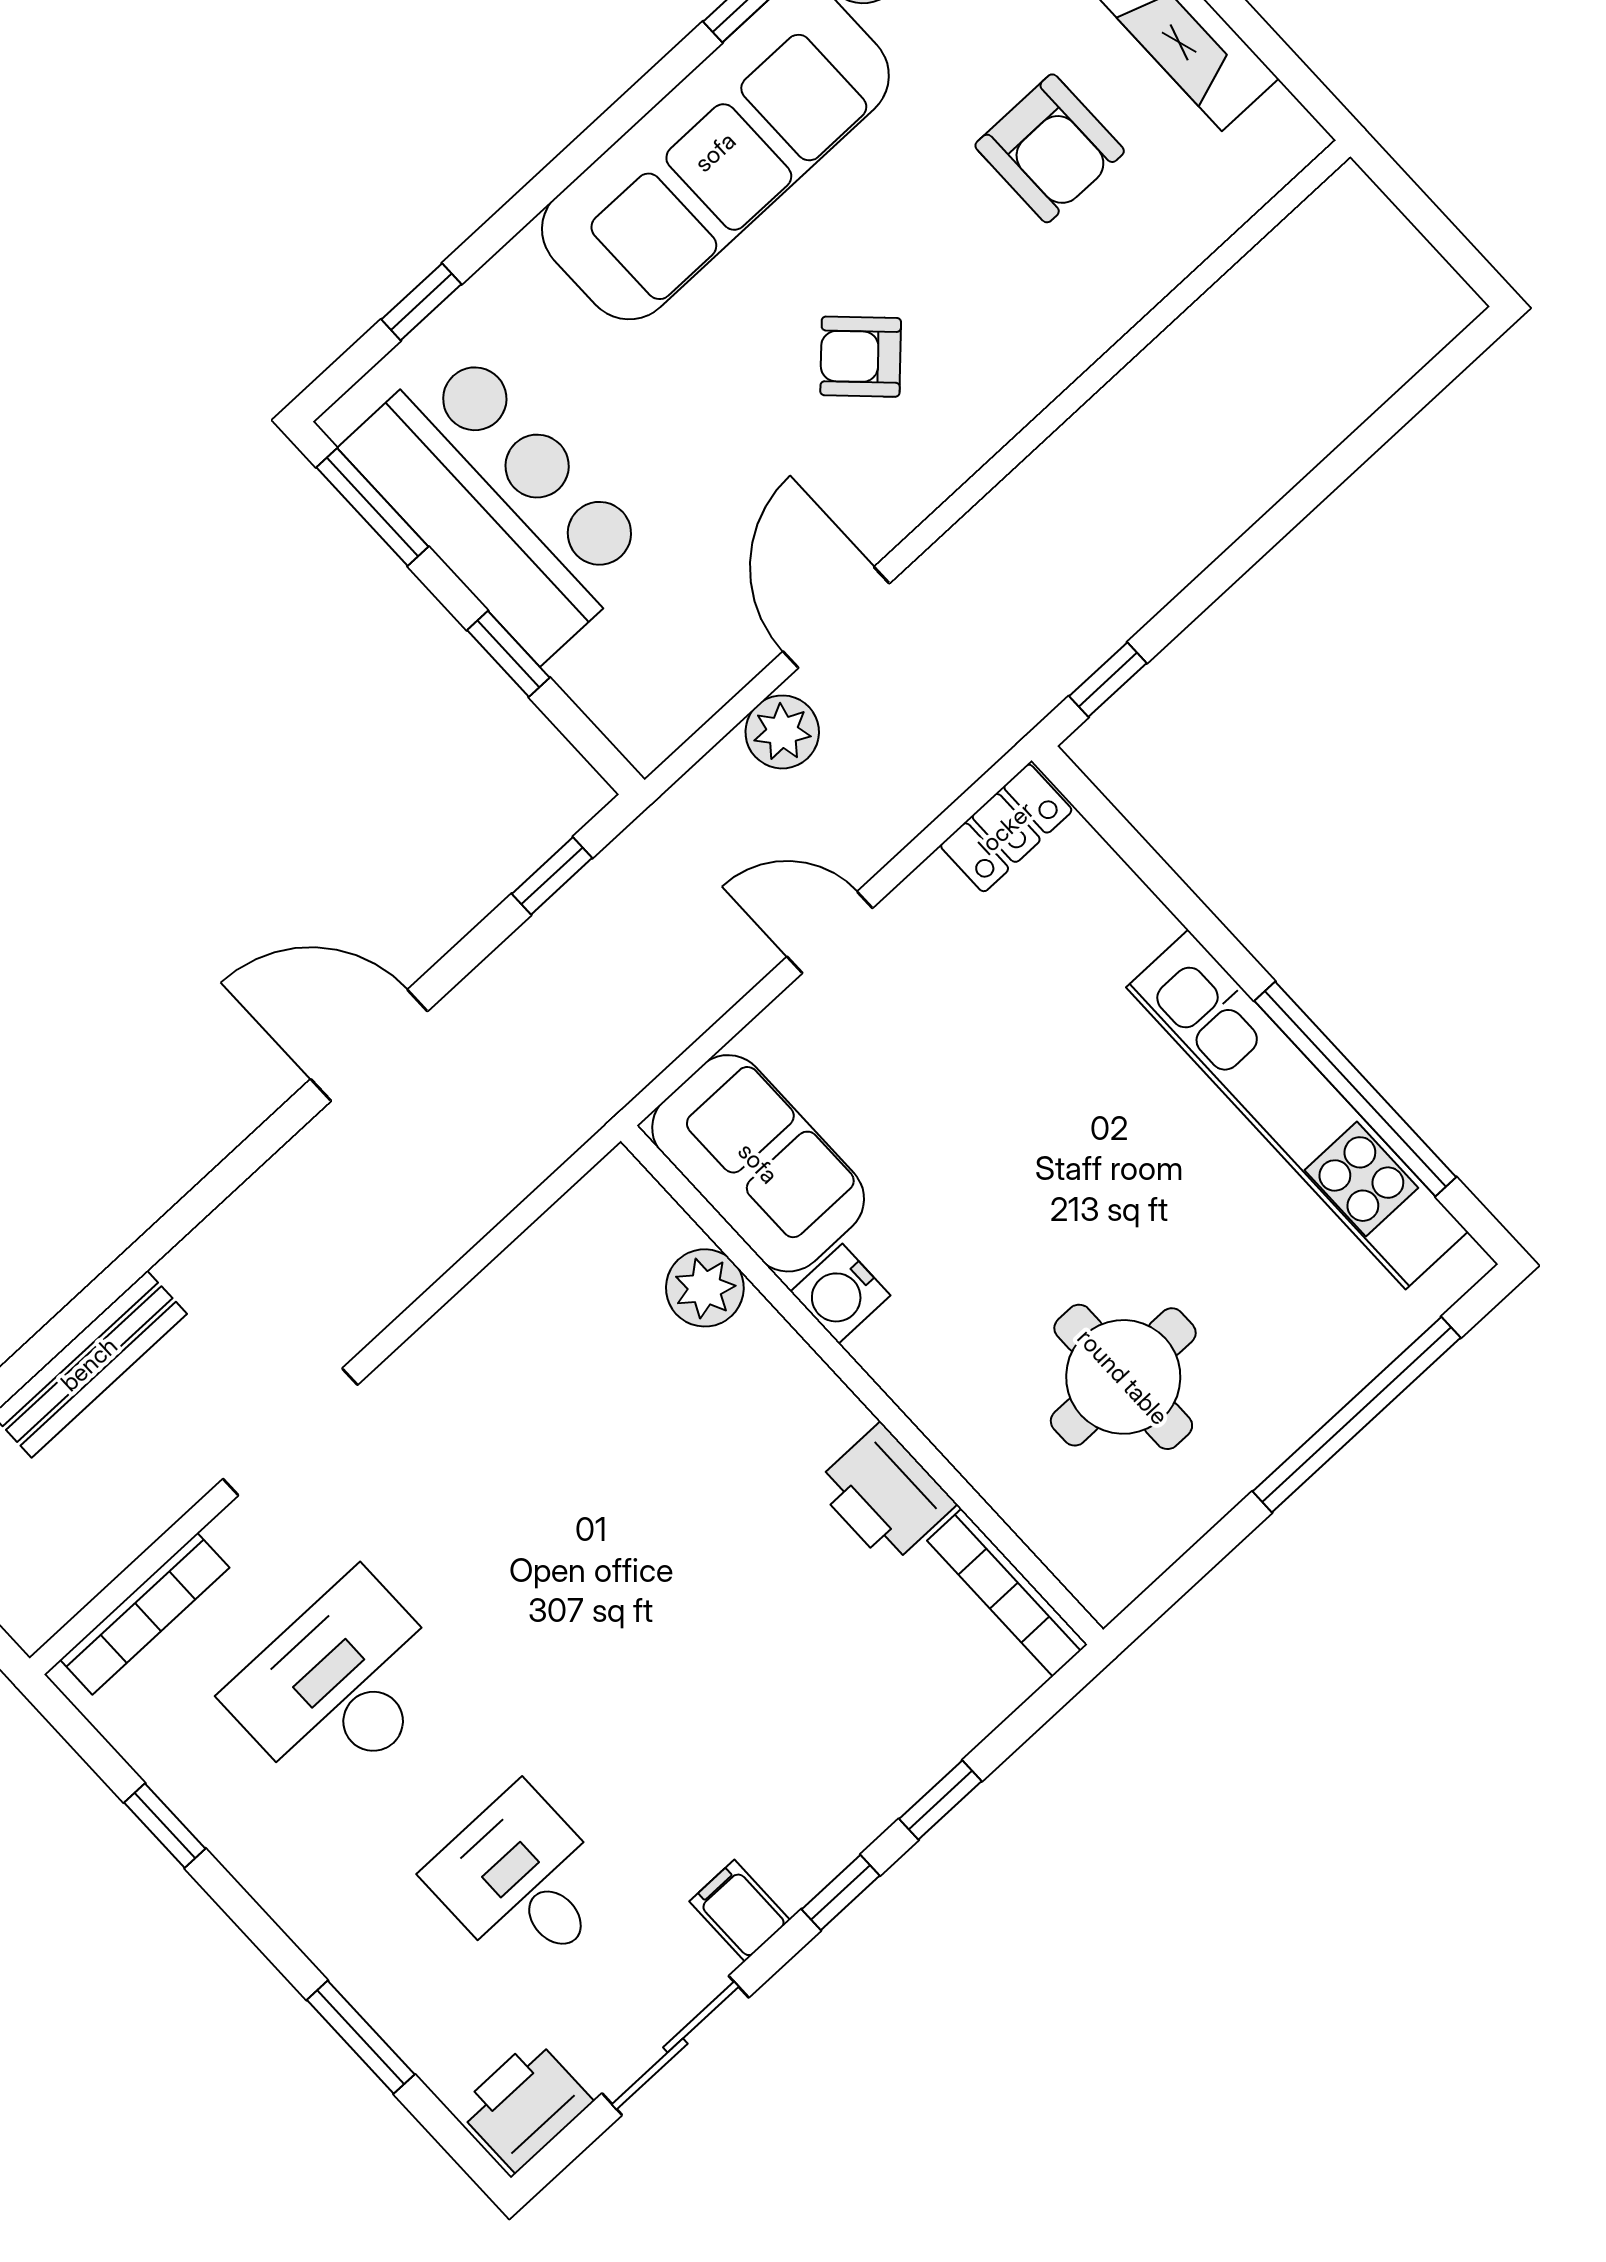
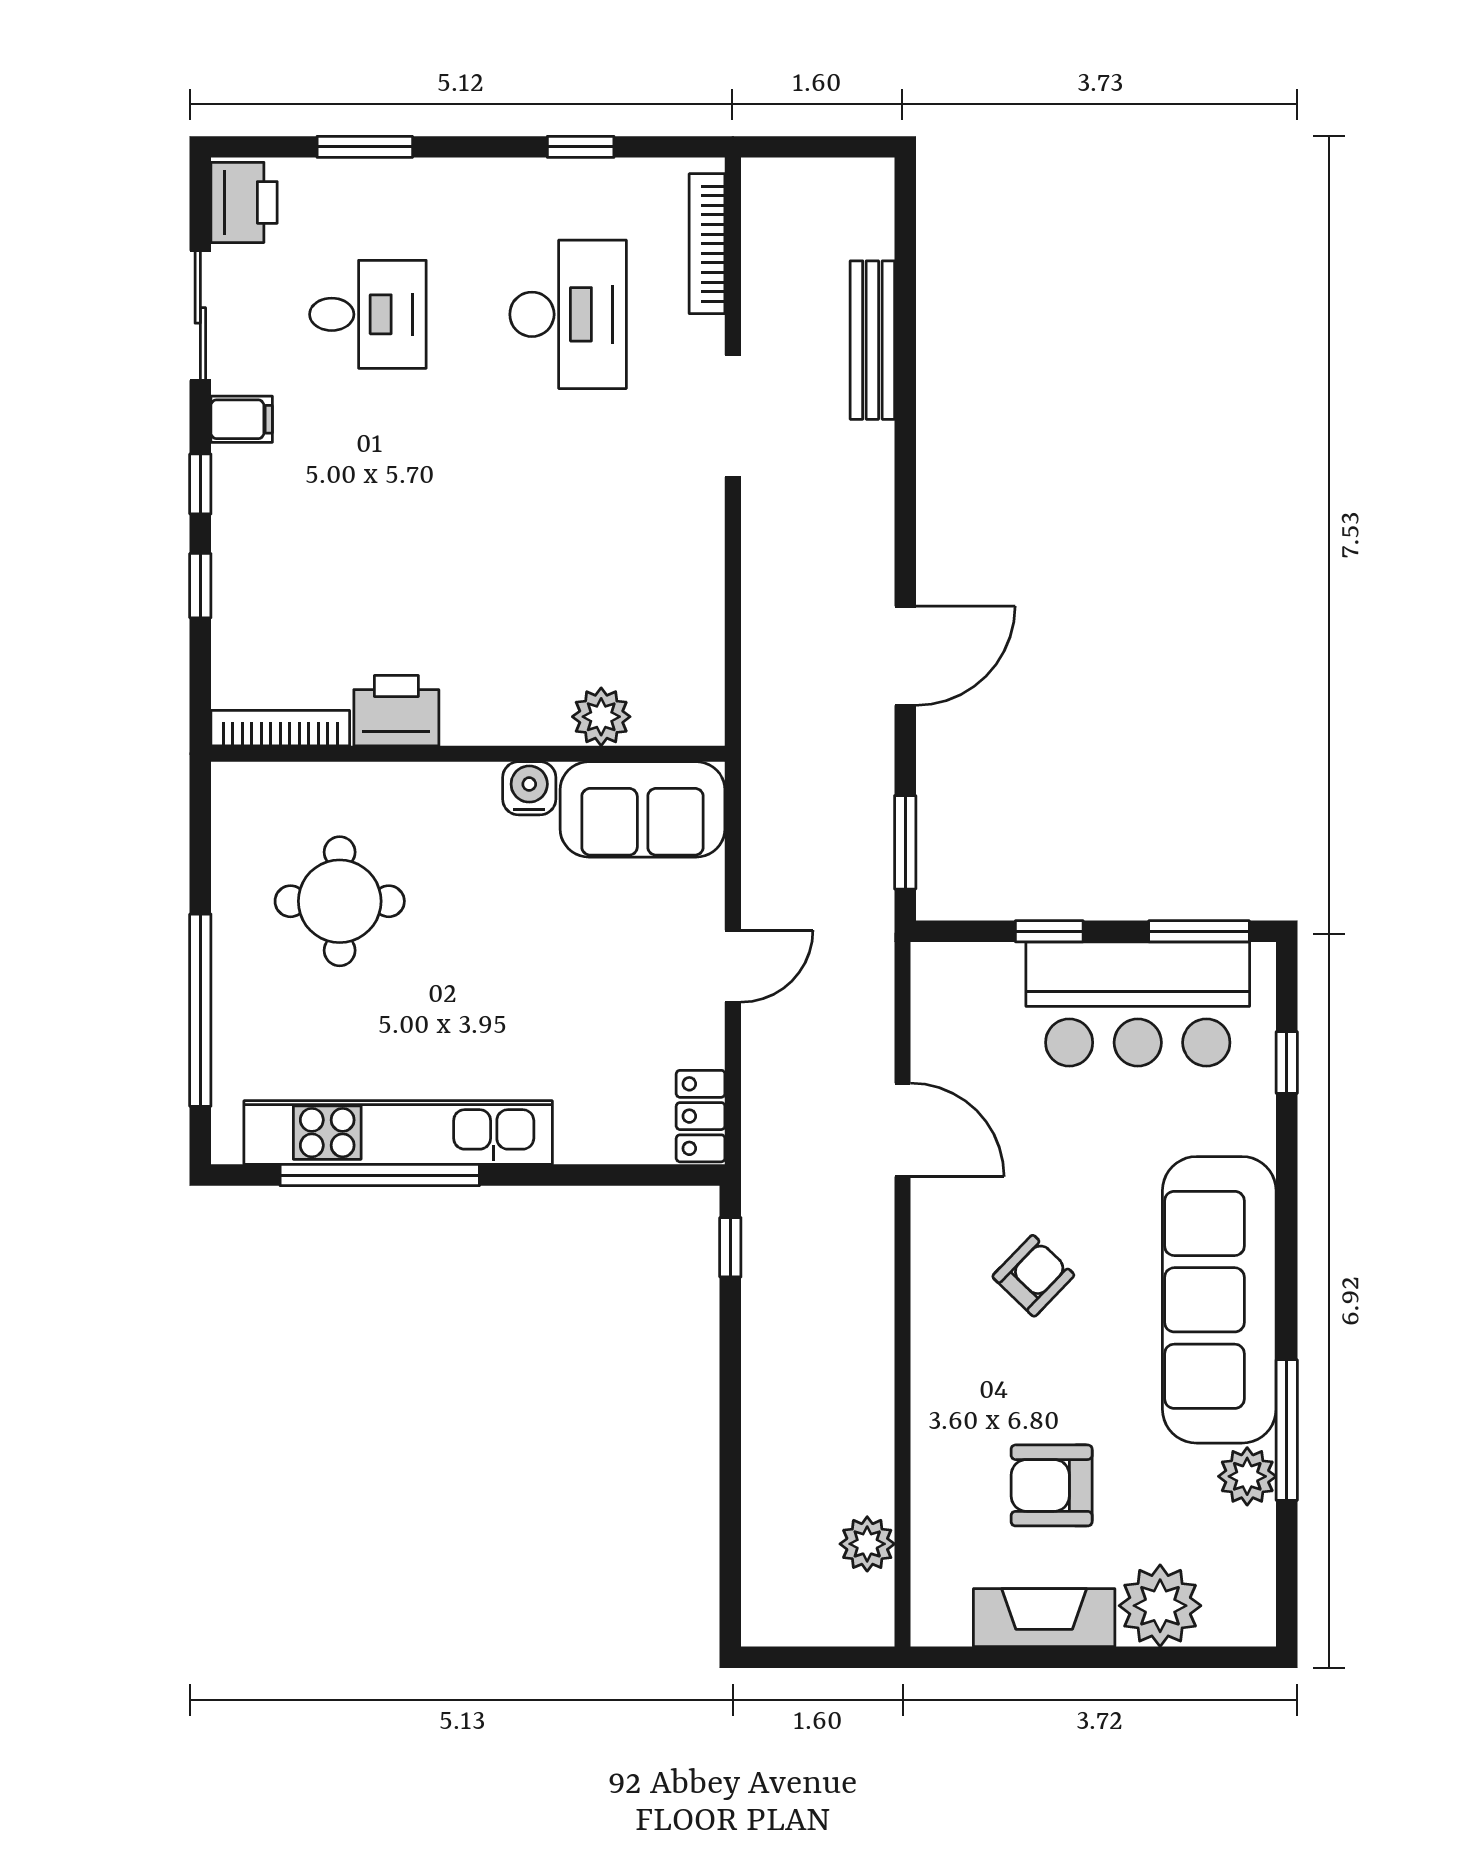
plant: (782, 732) -> (867, 1544), moved
window: (552, 876) -> (905, 842), width x1.50

